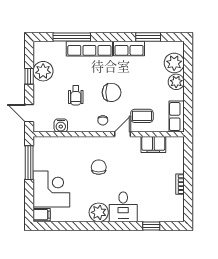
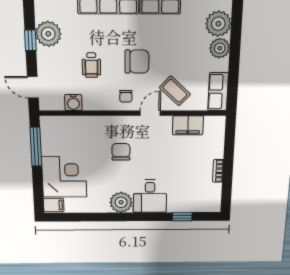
coffee table: (142, 116) -> (175, 91), turned 43

